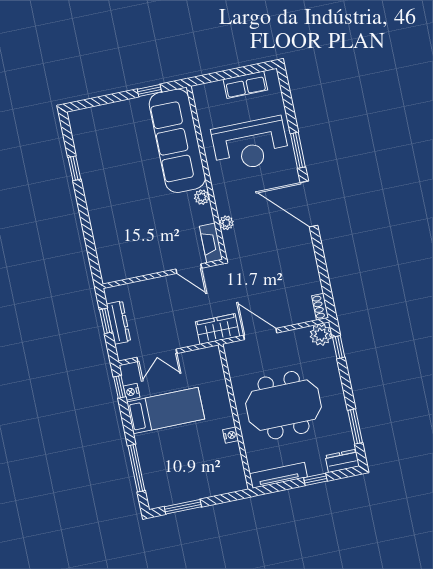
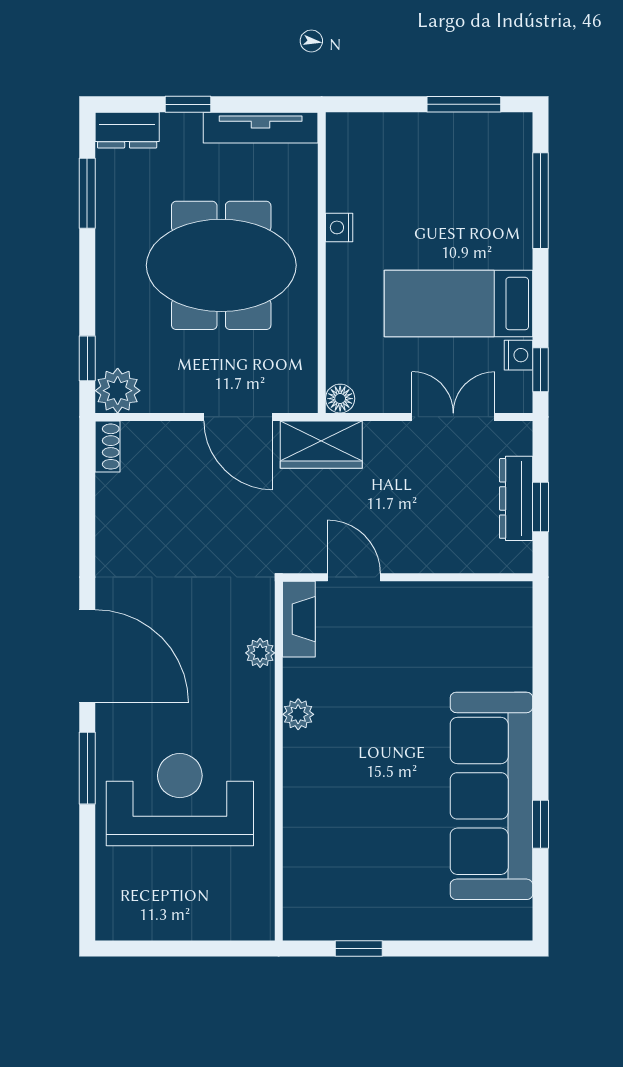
row of seats: (245, 85) -> (165, 920), removed
sofa: (177, 141) -> (492, 796), moved, turned 180
floor lamp: (213, 353) -> (340, 399), added

